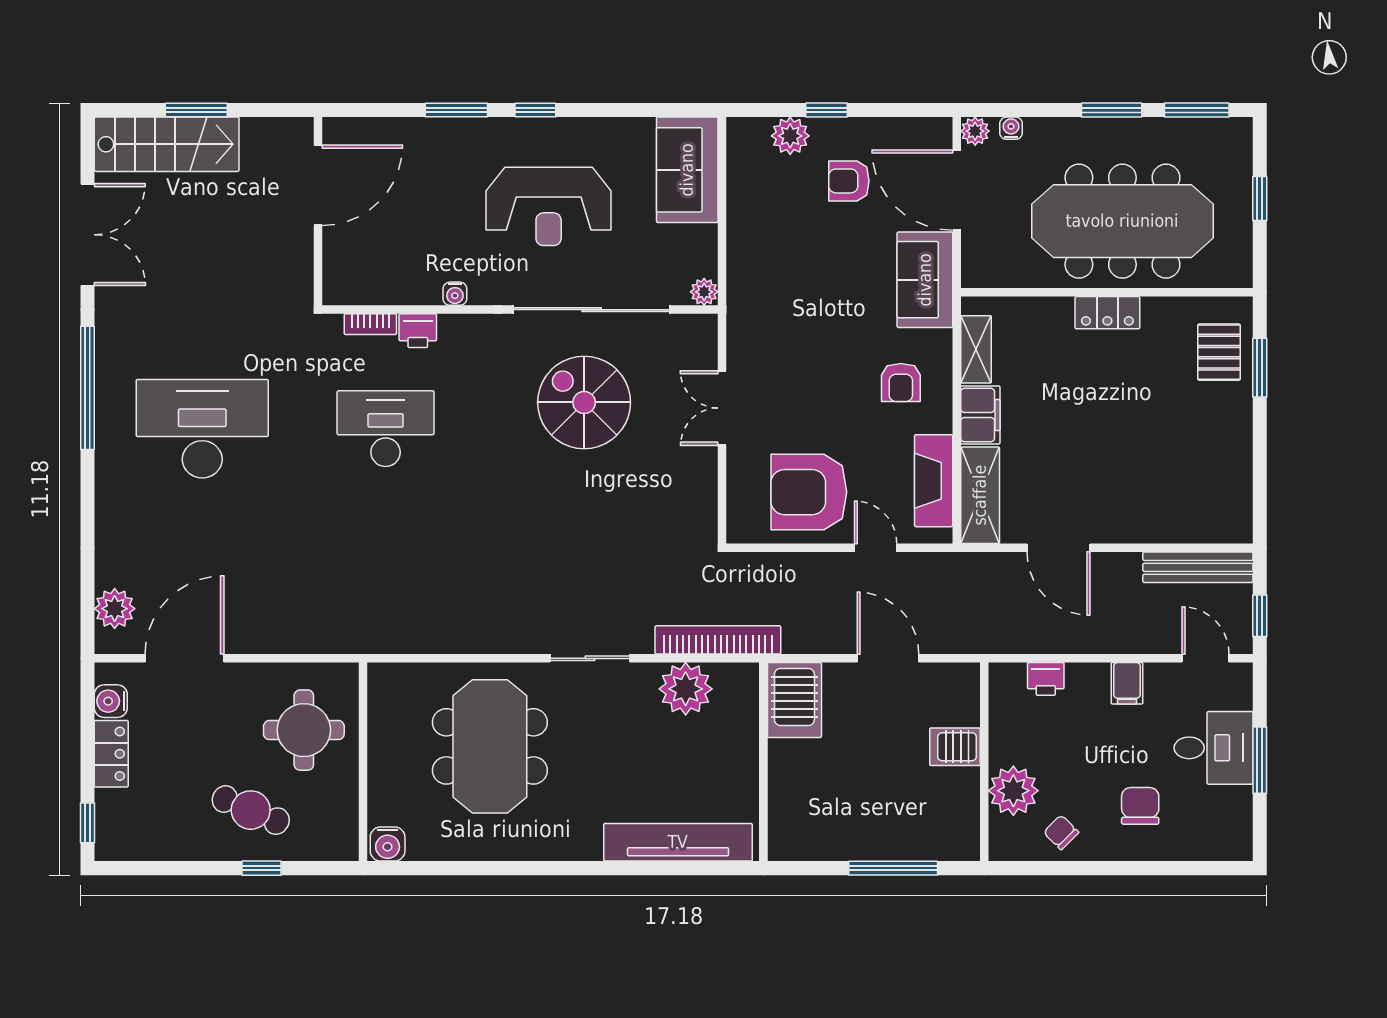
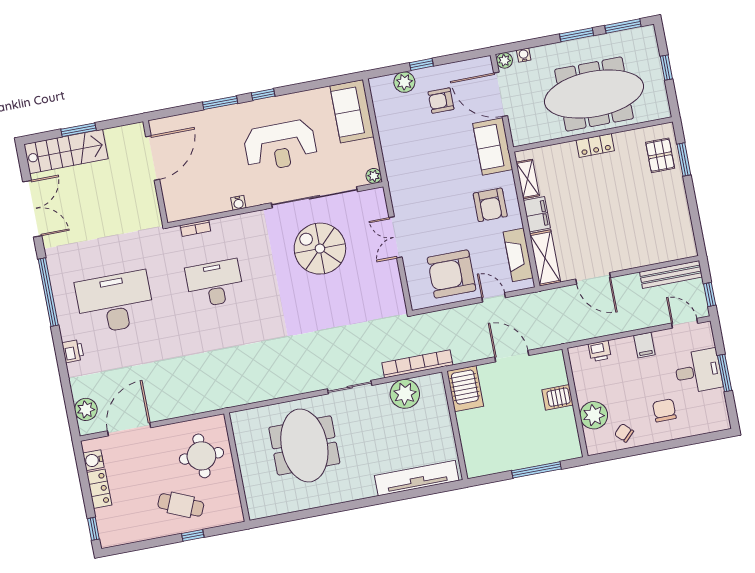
printer: (418, 331) -> (73, 351), moved, turned -90
armchair: (901, 382) -> (490, 205), width x1.38, depth x1.38
water cooler: (388, 844) -> (259, 509), removed

